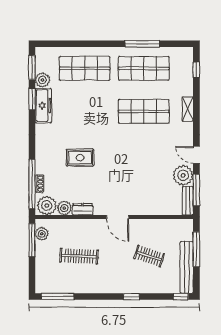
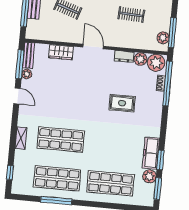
plant: (183, 175) -> (27, 74), width x0.53, depth x0.53
wardrobe: (152, 208) -> (61, 52), added
clothes rail: (79, 256) -> (131, 14), width x0.73

